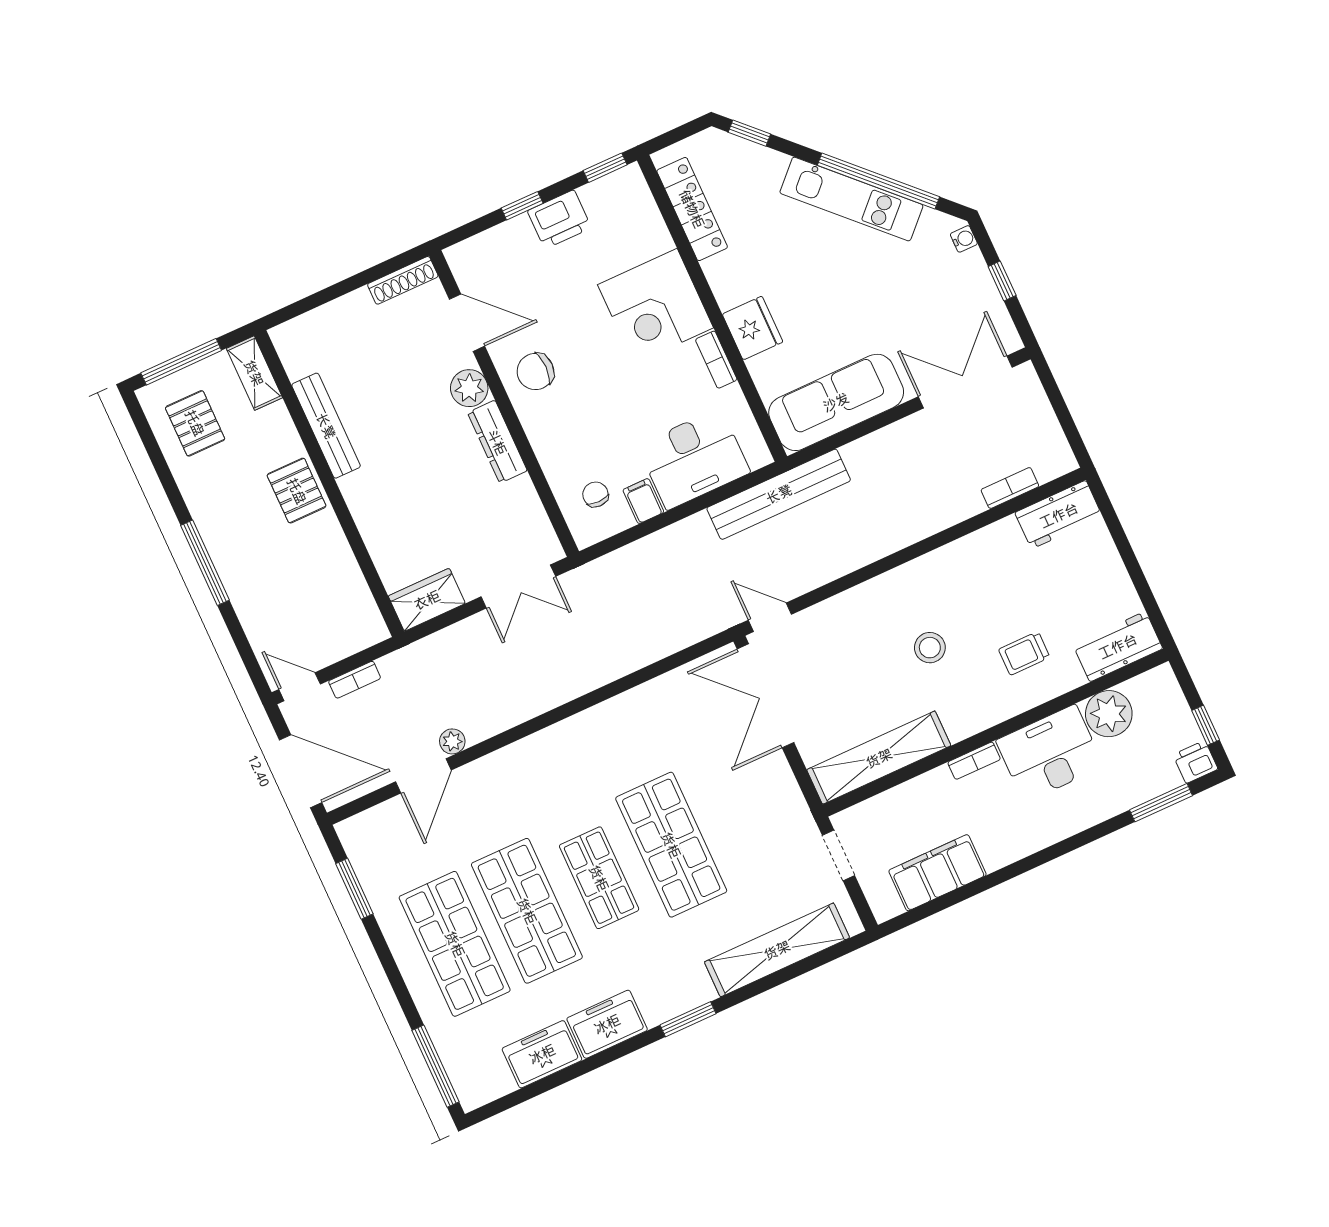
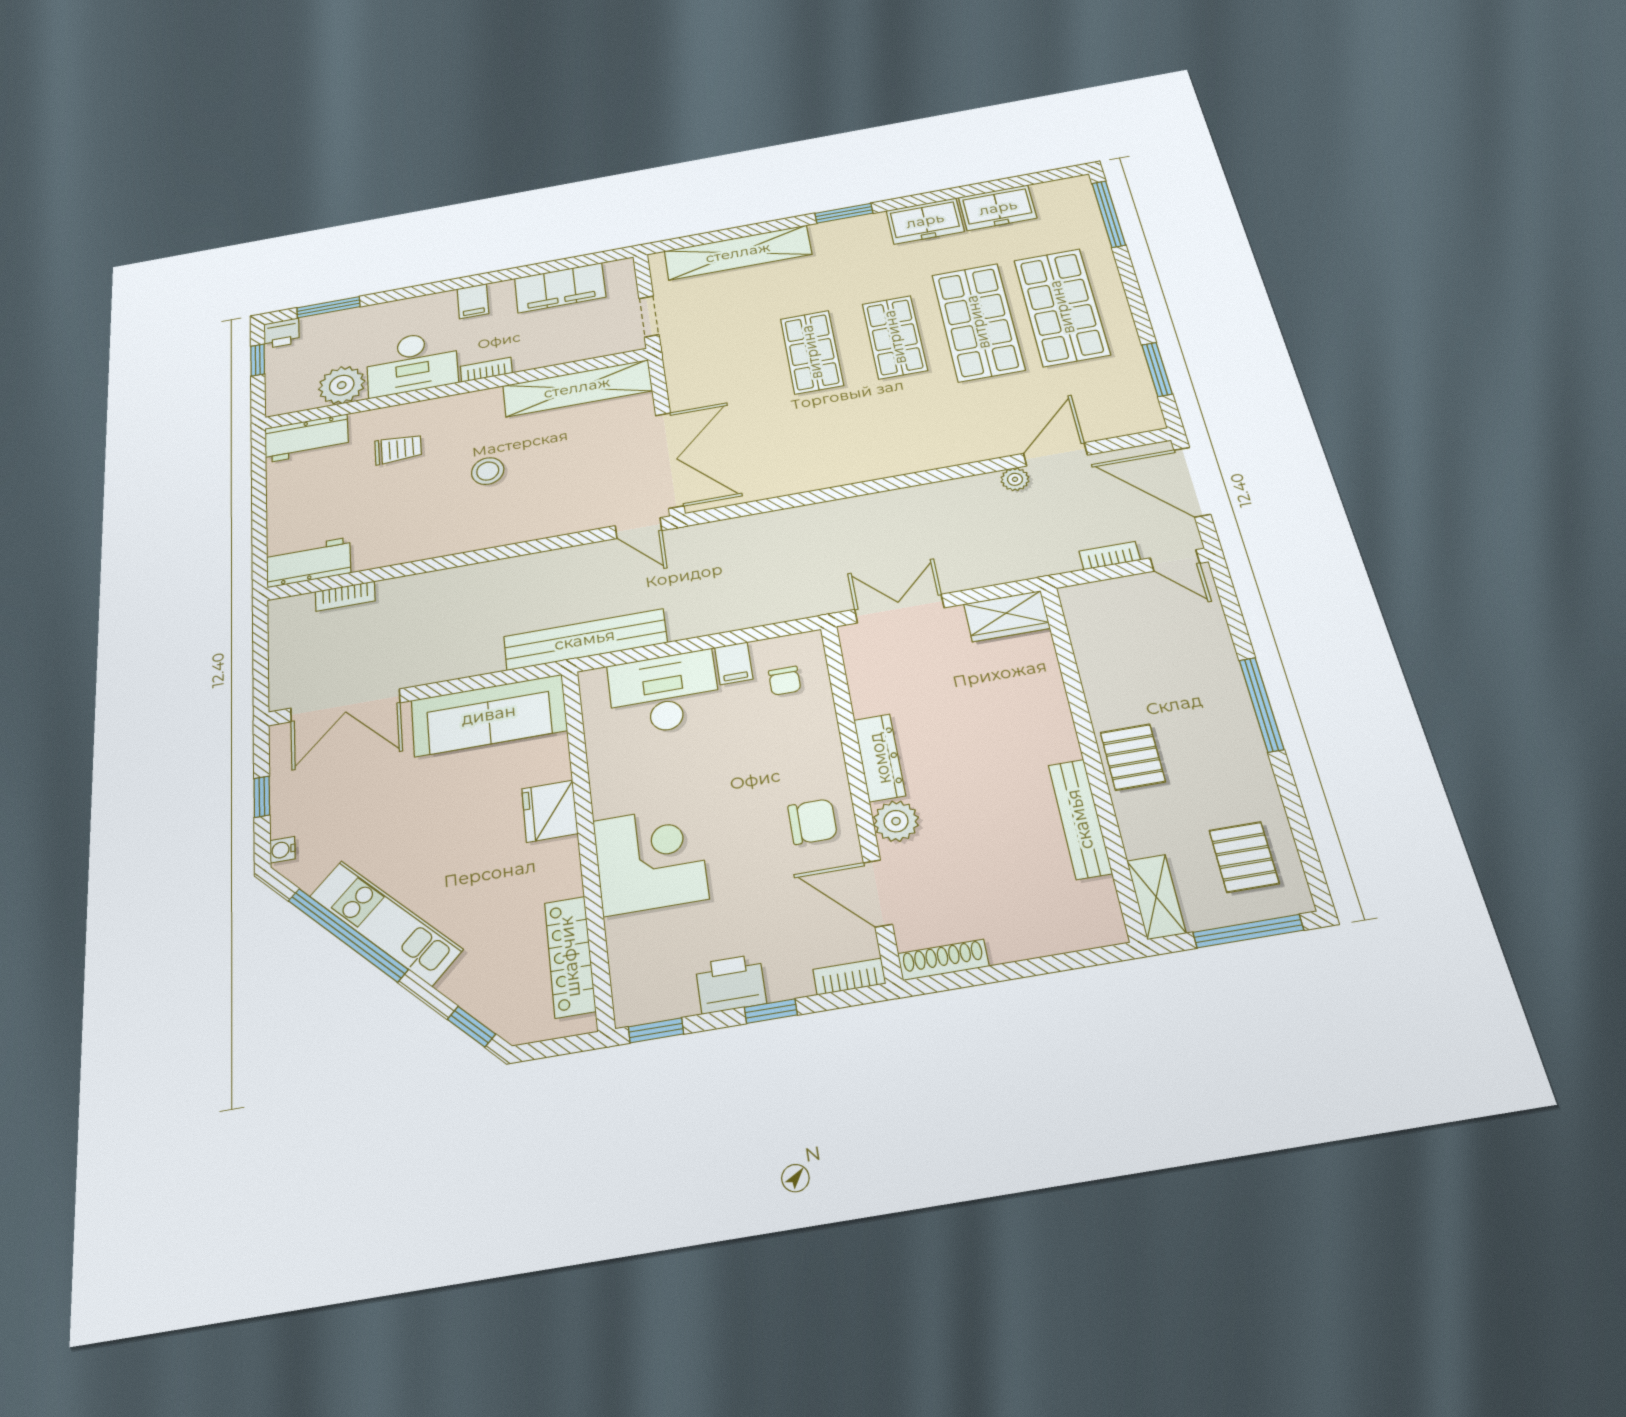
bookcase: (716, 360) -> (849, 977), moved, turned -90
filing cabinet: (1018, 839) -> (473, 301), added
shop shelf: (671, 845) -> (812, 352), width x0.70, depth x0.74

